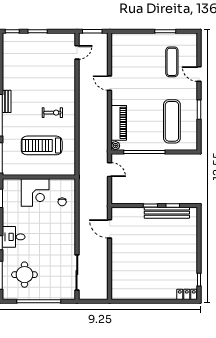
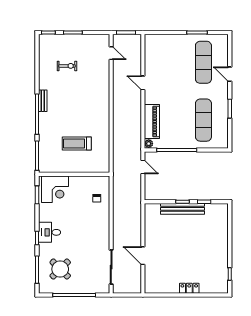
door: (77, 52) -> (111, 53), hinge flipped
exercise mat: (172, 62) -> (203, 62), width x1.36, depth x1.45
exercise bike: (52, 113) -> (67, 66), moved
treadmill: (42, 145) -> (77, 144), width x0.73, depth x0.73
corner desk: (35, 193) -> (55, 189), moved
bench: (167, 213) -> (183, 209), moved
door: (110, 229) -> (143, 256), moved
round table: (24, 275) -> (60, 269), turned 45
locker: (187, 294) -> (189, 288), moved

